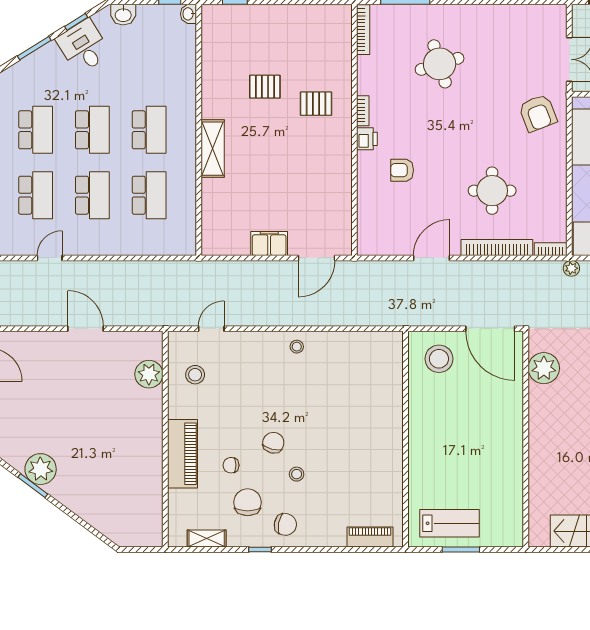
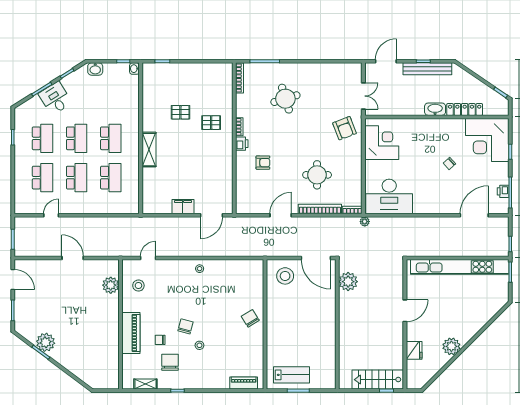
desk: (83, 46) -> (55, 98), moved
armchair: (402, 170) -> (263, 163), turned 180
chair: (285, 524) -> (250, 318), moved, turned -132

